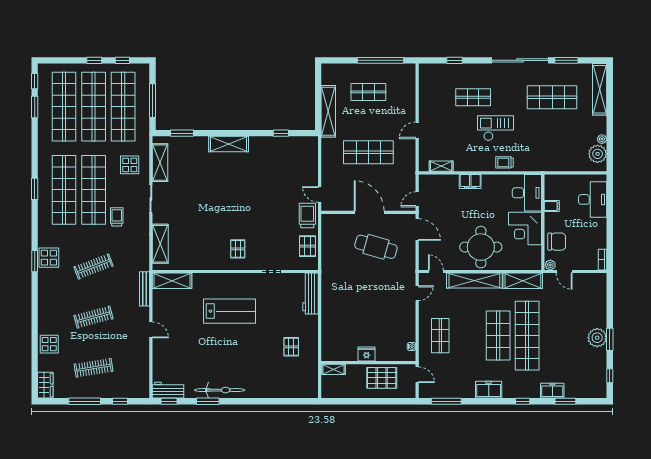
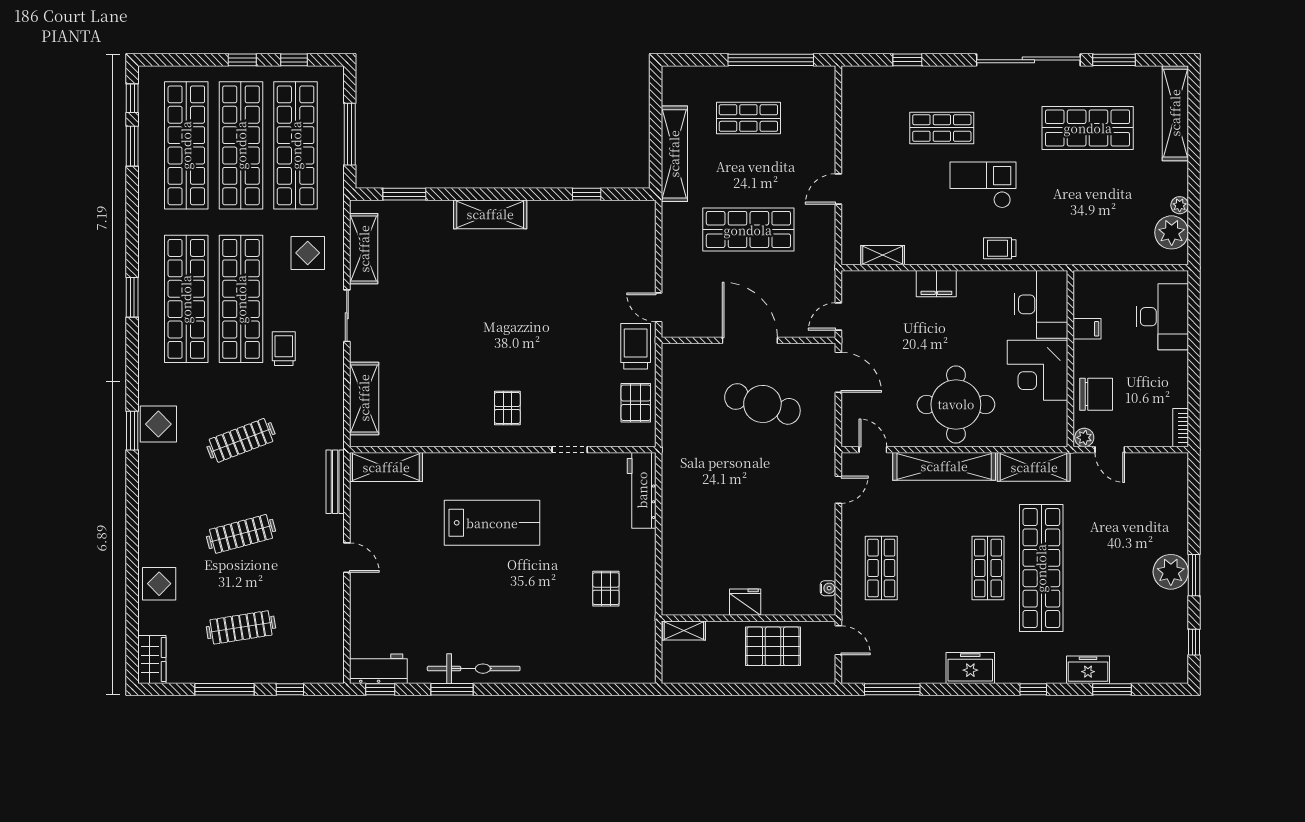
shop shelf: (498, 336) -> (988, 568), width x0.70, depth x0.74

